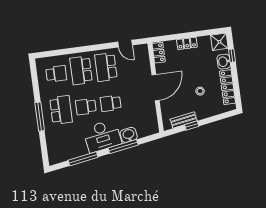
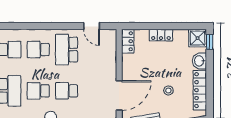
window: (232, 56) -> (210, 42), moved
school desk: (81, 70) -> (38, 50), width x0.54
door: (156, 88) -> (119, 95), moved

